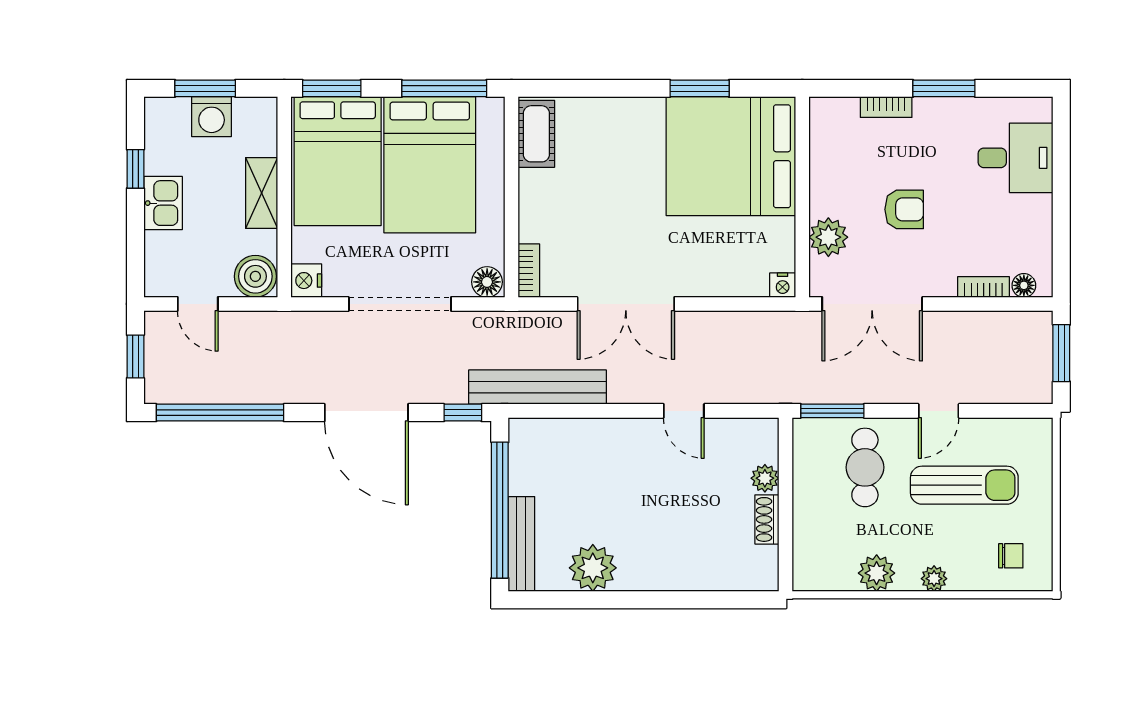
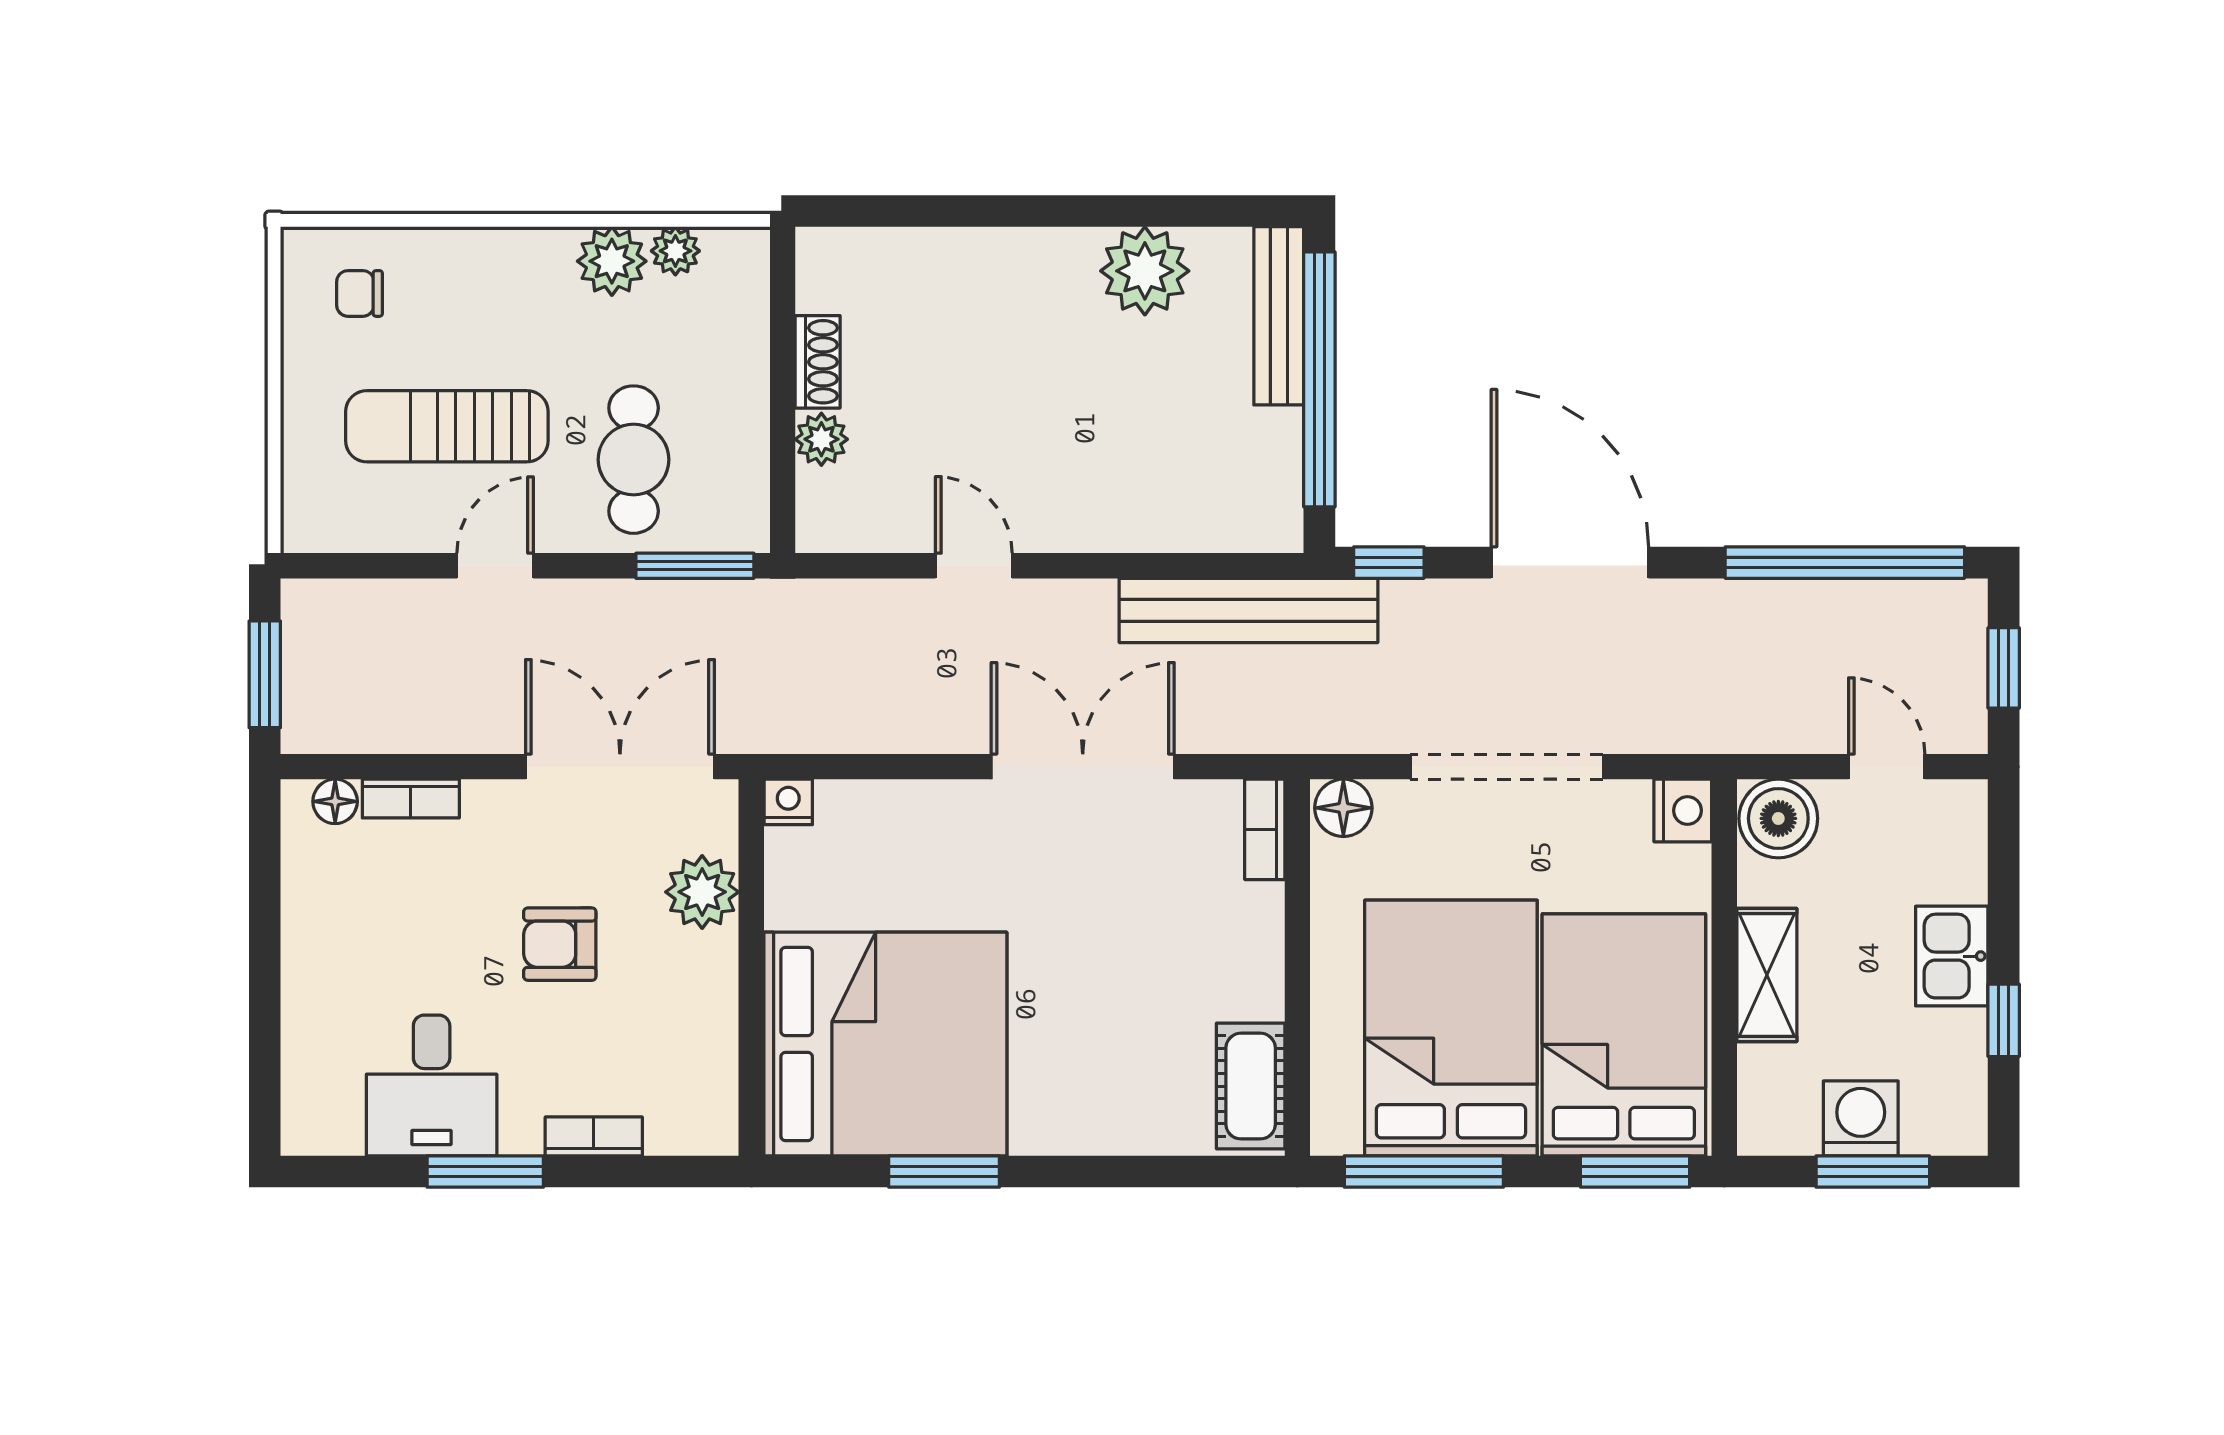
desk: (1015, 158) -> (432, 1085), moved, turned -90
plant: (934, 579) -> (675, 251), moved

